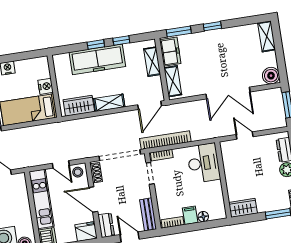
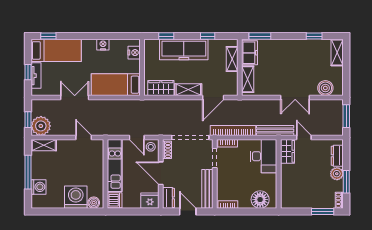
window: (212, 26) -> (314, 36), moved
window: (96, 44) -> (166, 36), moved
boiler: (271, 76) -> (325, 88), moved
nightstand: (46, 86) -> (134, 53), moved
double door: (228, 93) -> (295, 97), width x0.73
door: (150, 105) -> (213, 97), moved
bench: (212, 133) -> (275, 131), added
wardrobe: (243, 208) -> (287, 151), moved, turned 90
bench: (148, 214) -> (207, 189), width x1.36
filing cabinet: (190, 215) -> (244, 201), removed
floor lamp: (203, 217) -> (260, 200), width x1.89, depth x1.89

